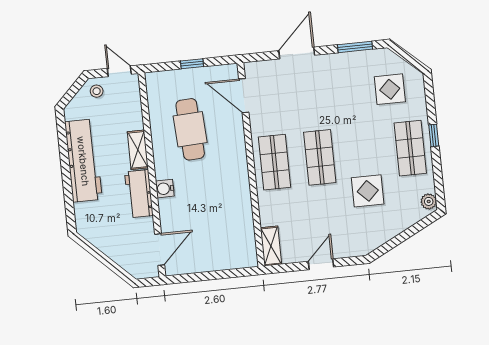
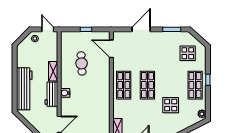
cafe table: (190, 129) -> (82, 63), width x0.73, depth x0.74
workbench: (83, 161) -> (24, 89), moved

